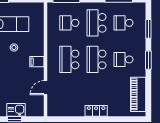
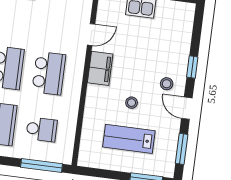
filing cabinet: (37, 62) -> (100, 68), width x2.00

